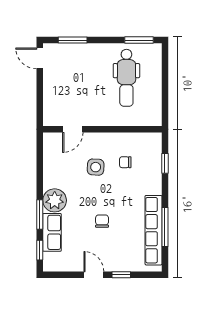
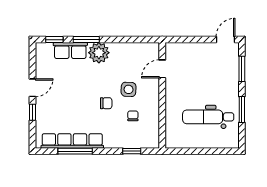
window: (139, 40) -> (242, 109), moved
door: (73, 129) -> (162, 69), hinge flipped
chair: (102, 221) -> (106, 103), moved

